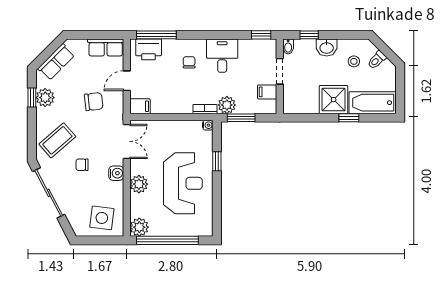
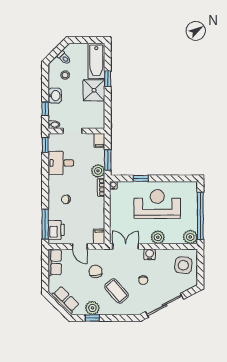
desk: (222, 56) -> (61, 163), moved
filing cabinet: (267, 92) -> (99, 140), moved
coffee table: (57, 140) -> (117, 291), moved

